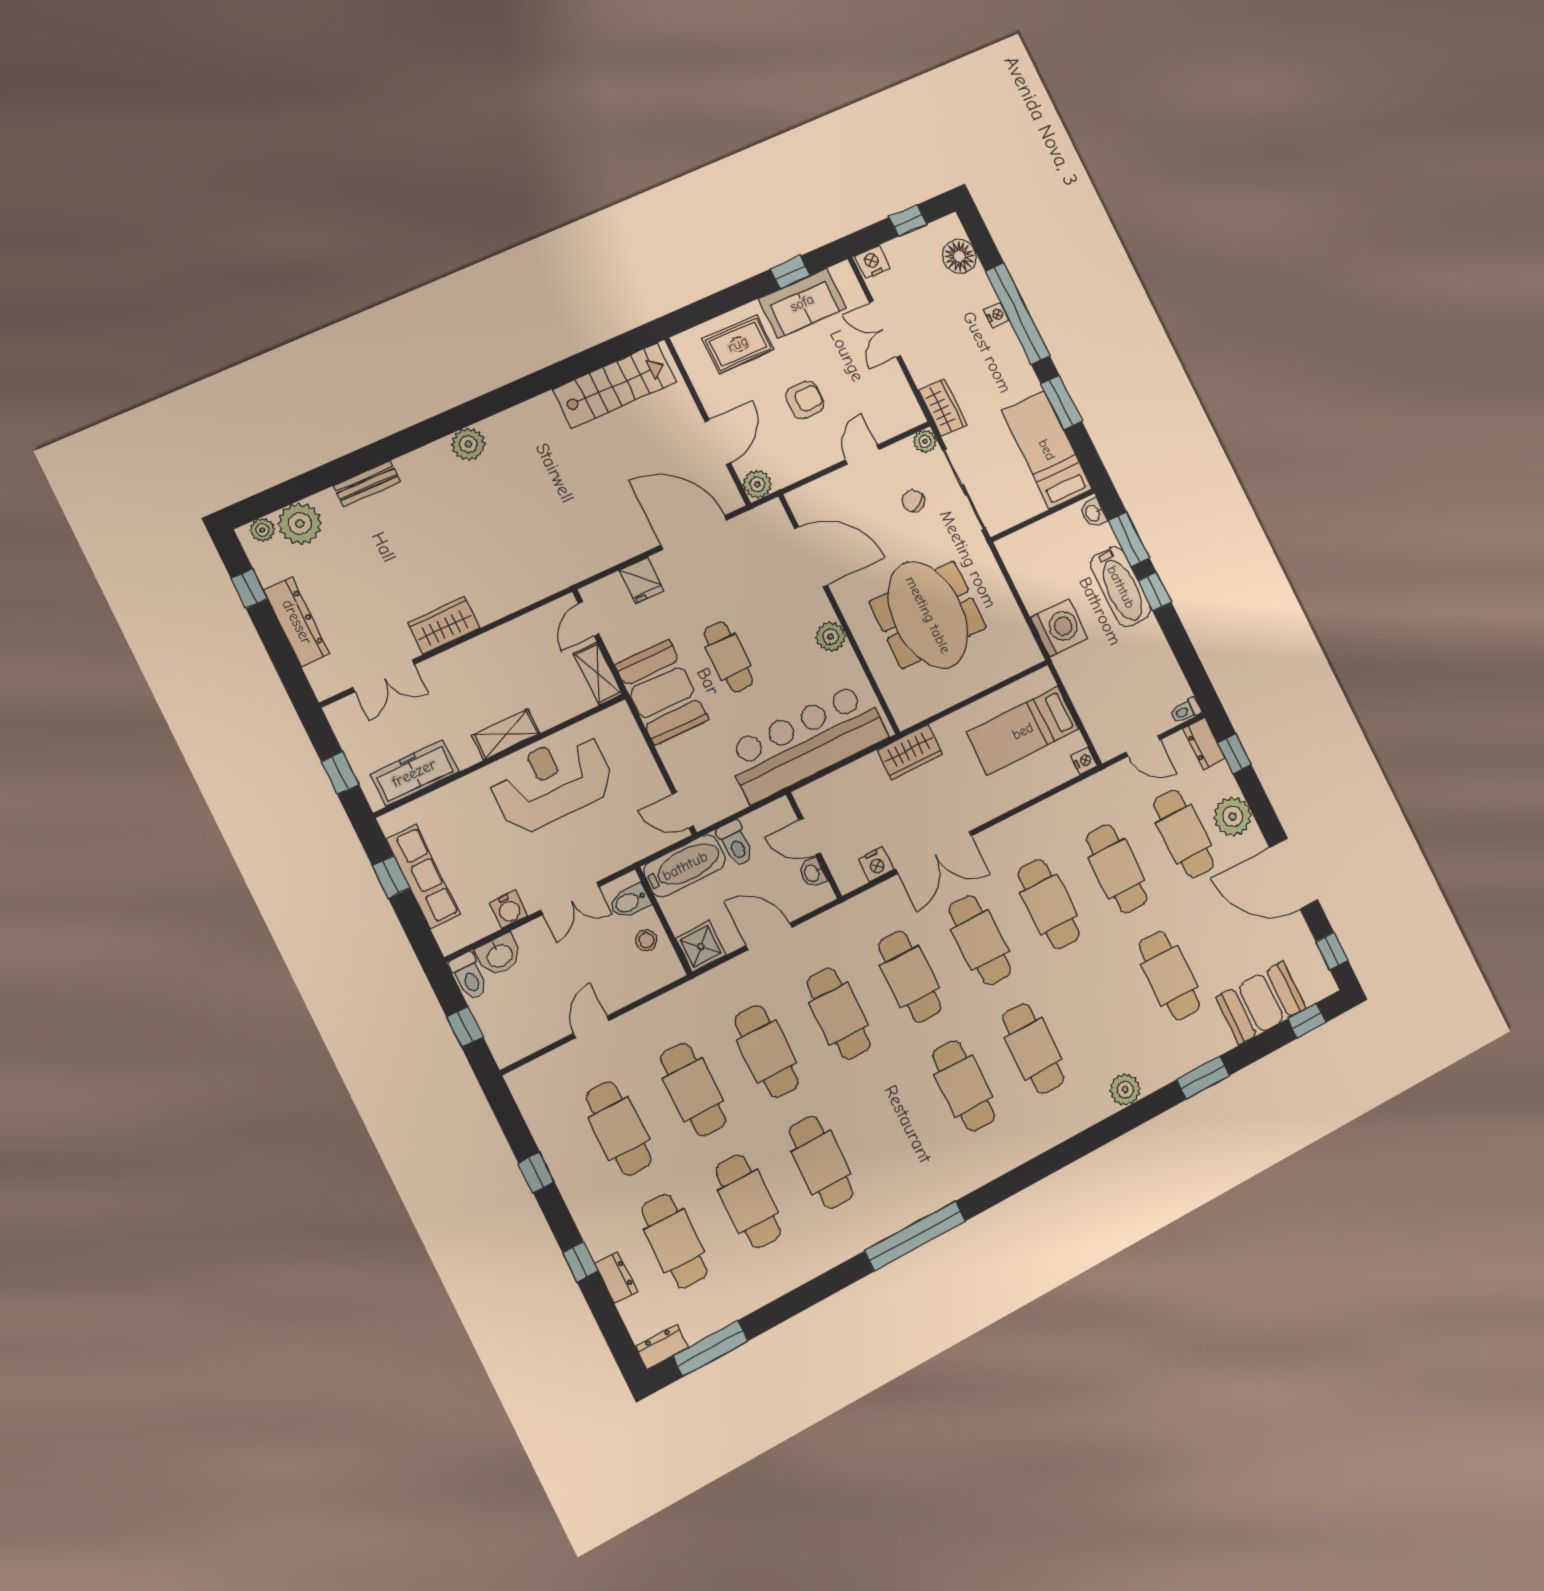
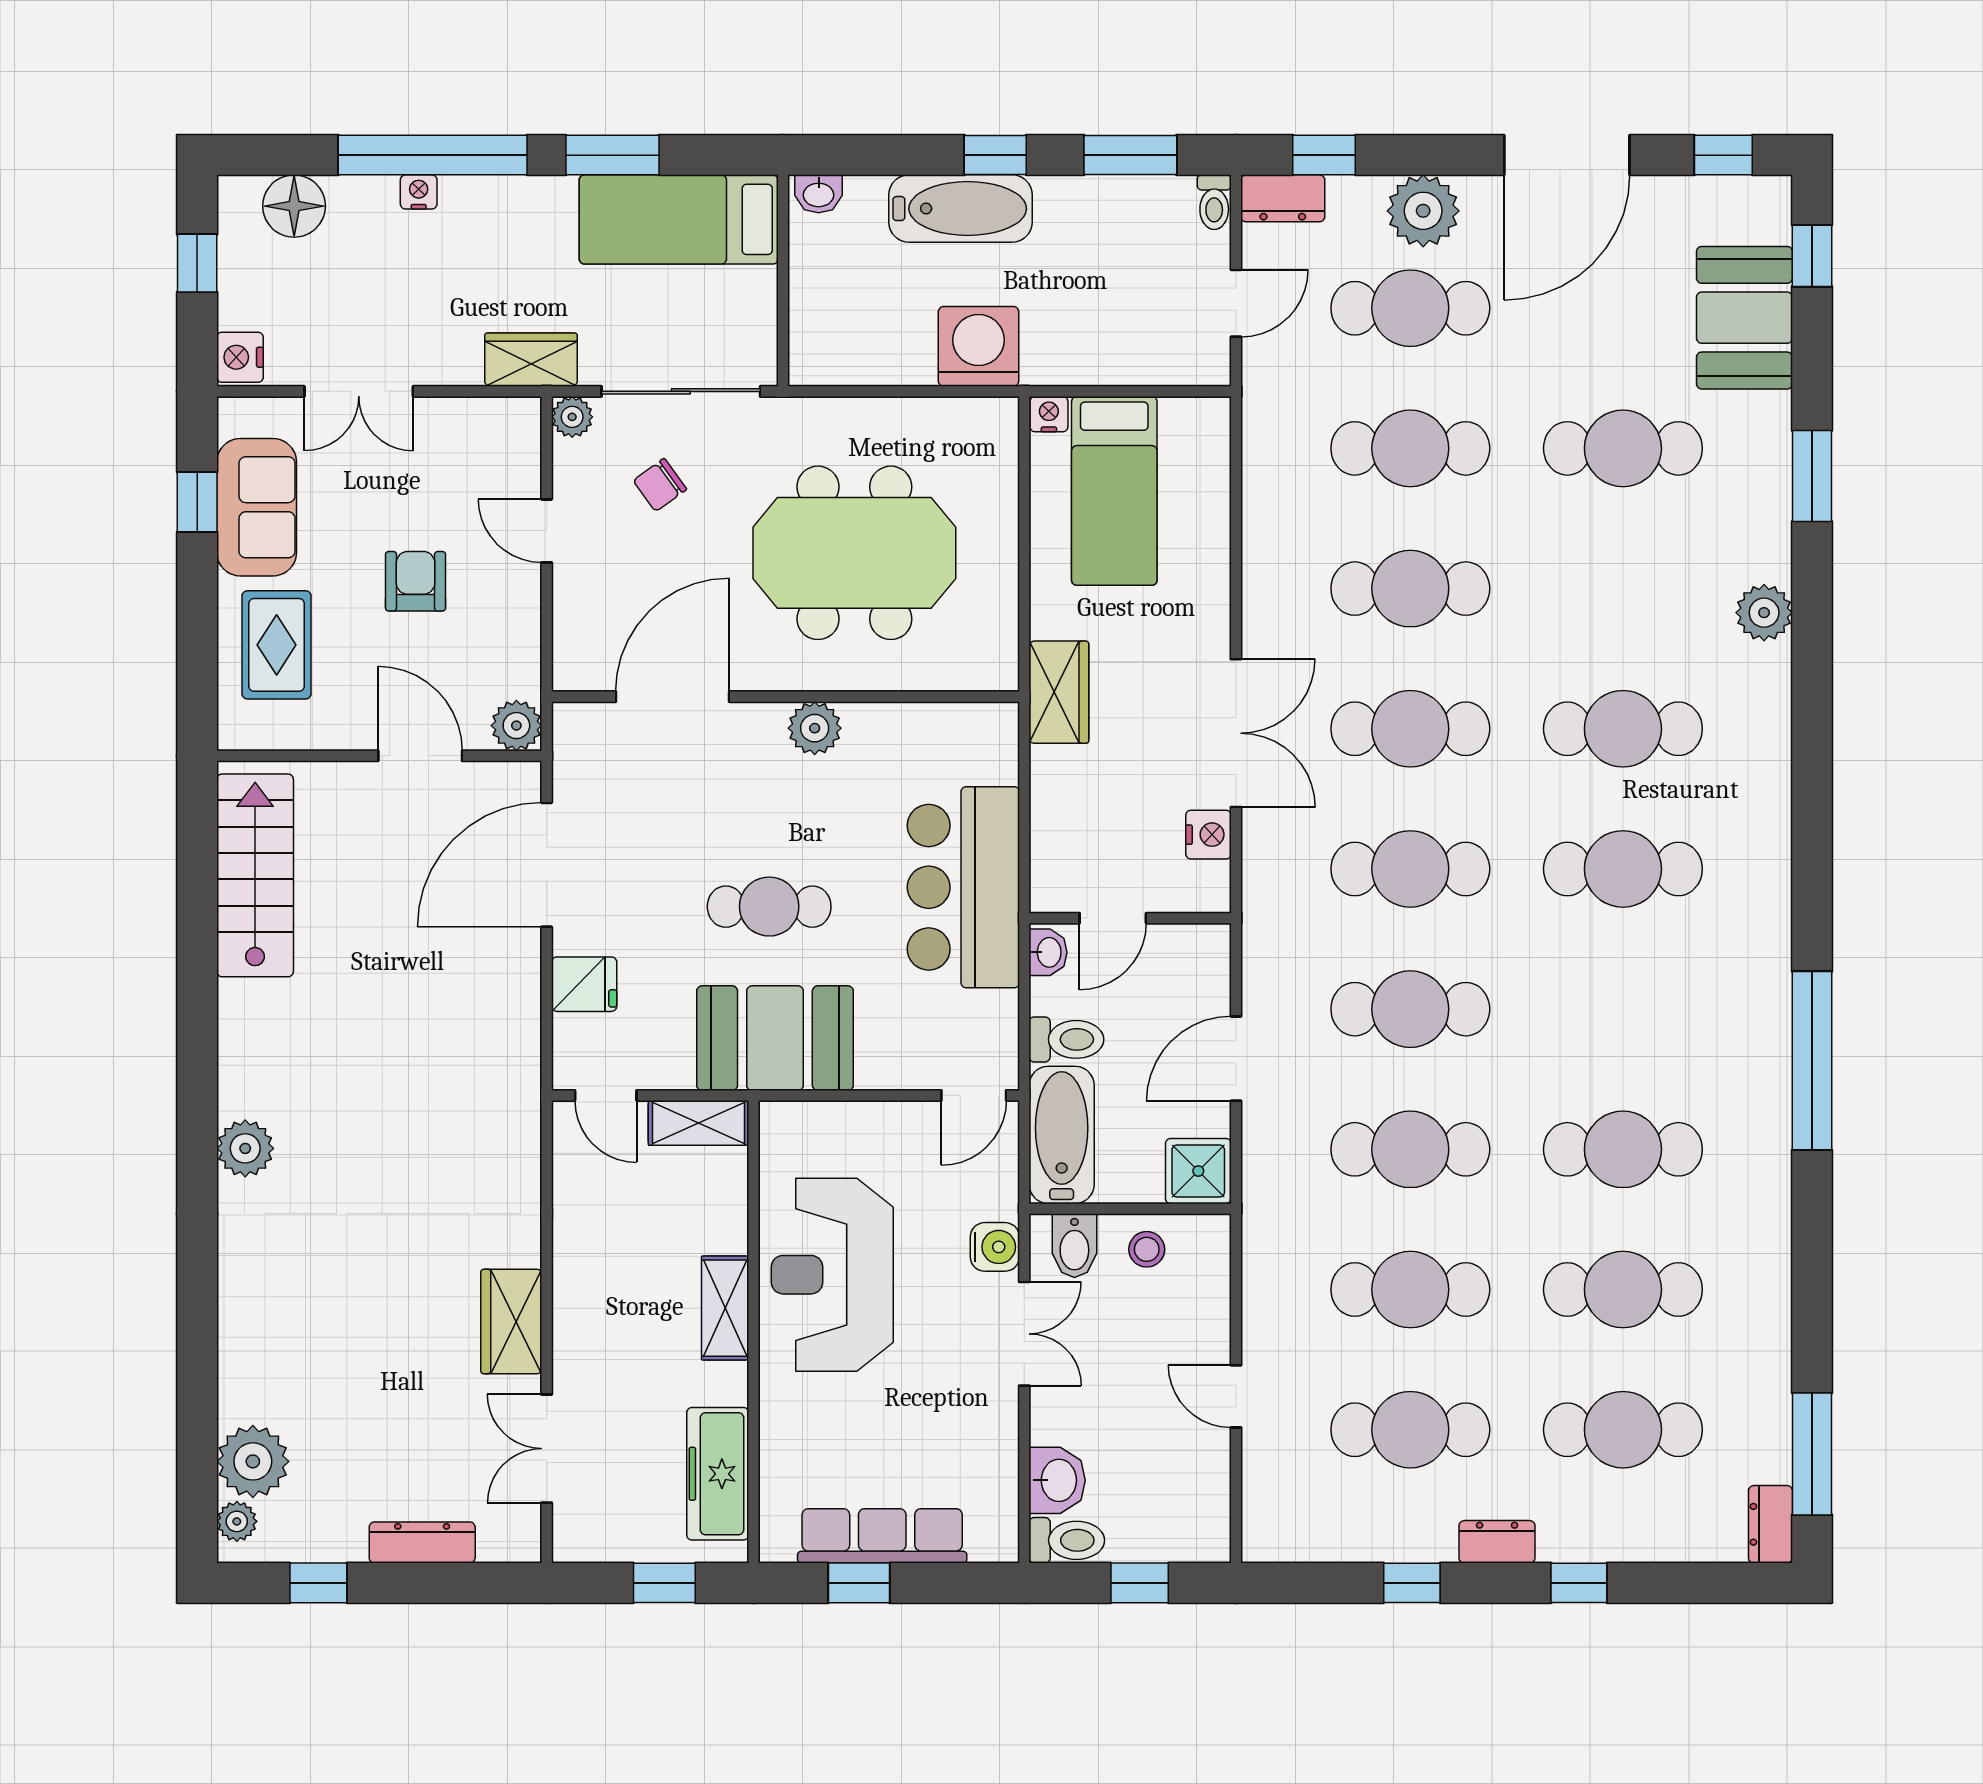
bench: (367, 483) -> (237, 1332), removed
window: (1129, 539) -> (1130, 155), moved
dresser: (297, 622) -> (422, 1543), width x0.73, depth x0.80
double door: (383, 676) -> (547, 1449), swing flipped
bar counter: (806, 743) -> (963, 887), width x0.73
nightstand: (1084, 761) -> (1049, 414), moved
washbasin: (812, 873) -> (1048, 952), moved, turned -90
water cooler: (509, 909) -> (995, 1247), moved
dresser: (616, 1278) -> (1497, 1542), moved

